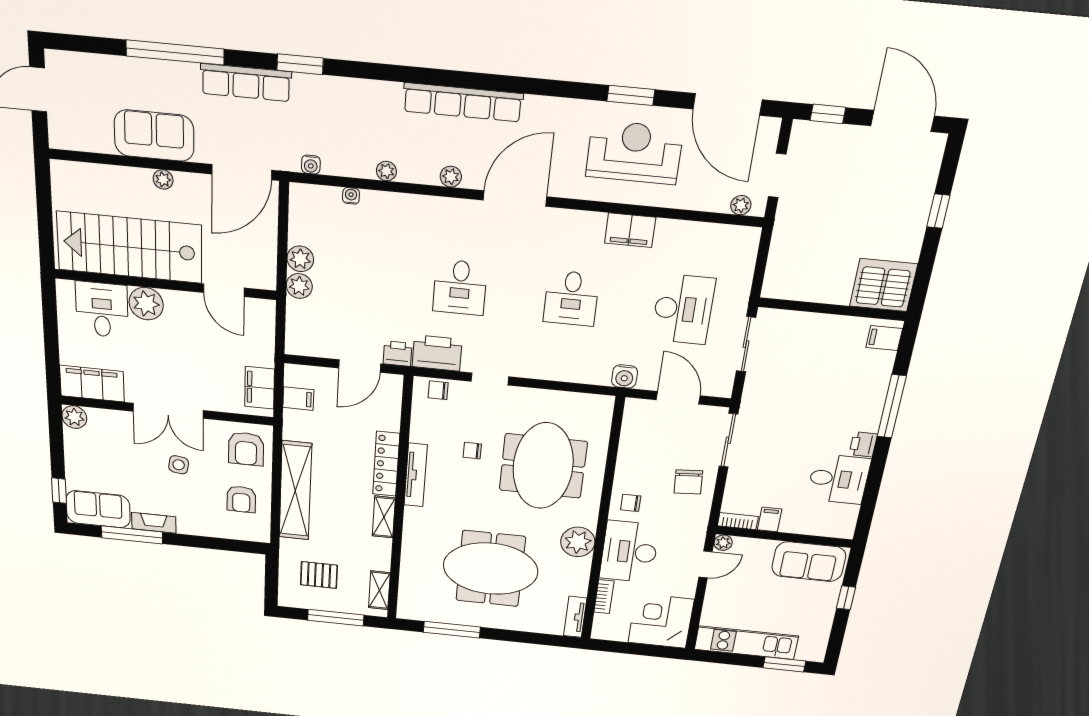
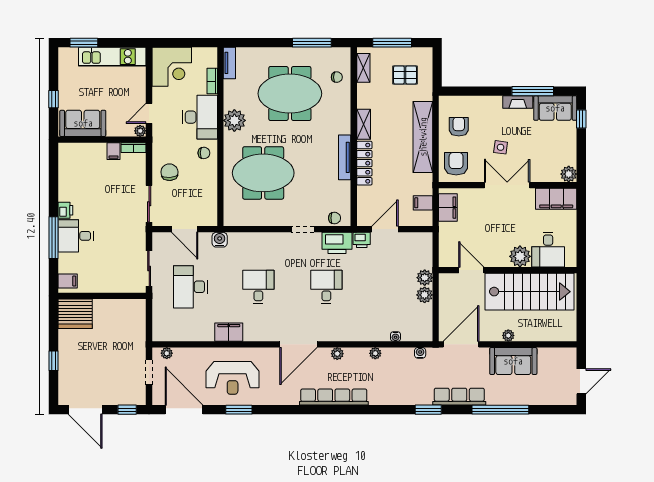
chair: (472, 451) -> (337, 77), moved
meeting table: (543, 466) -> (263, 173), turned 90
desk: (839, 479) -> (76, 236), moved

